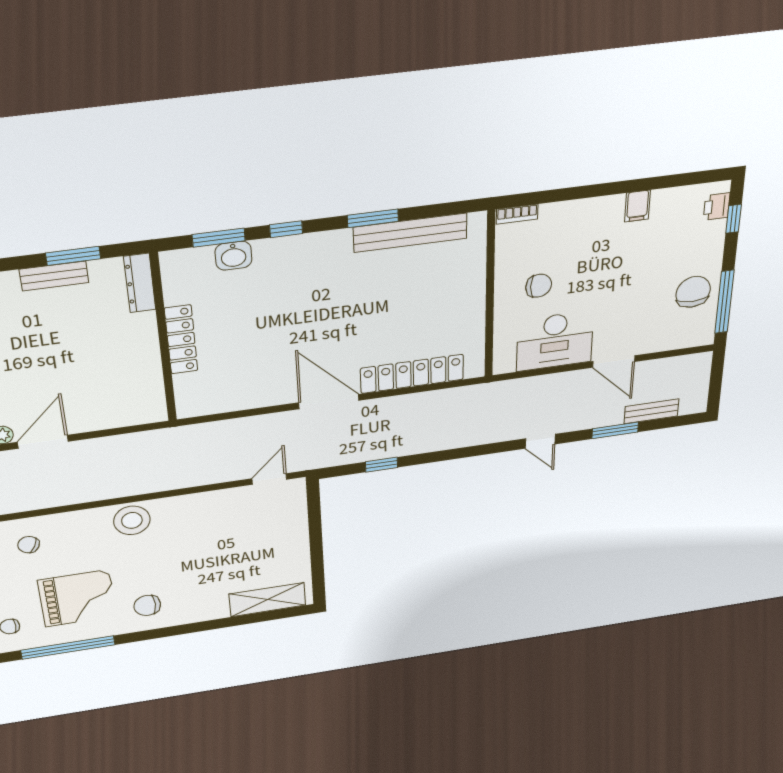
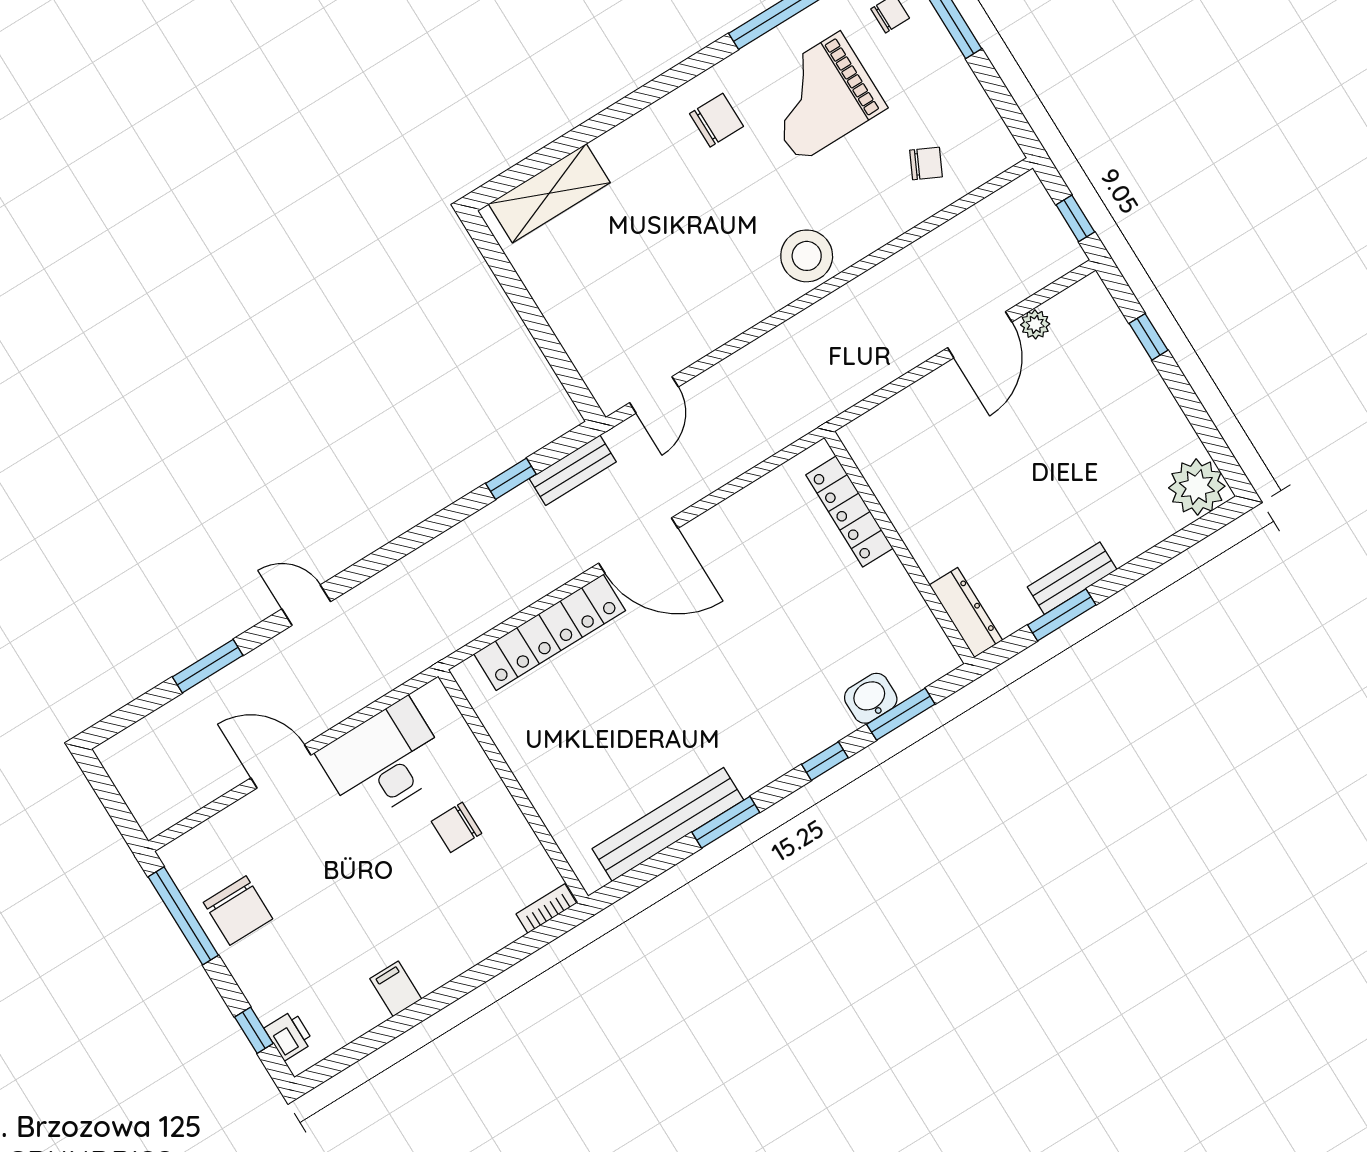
locker: (181, 340) -> (849, 512), moved
bench: (651, 411) -> (573, 470), moved

